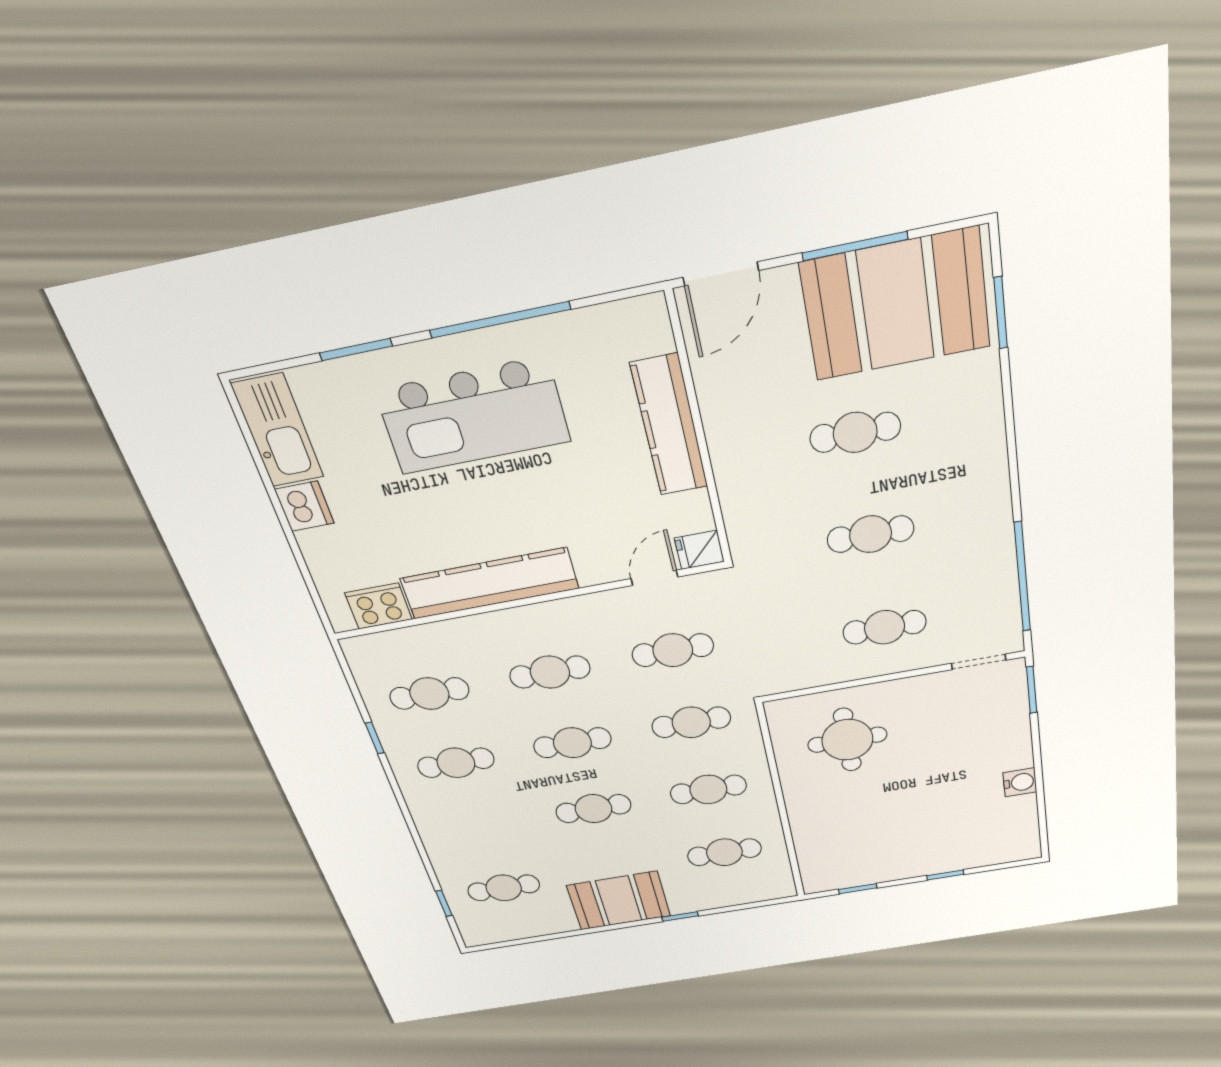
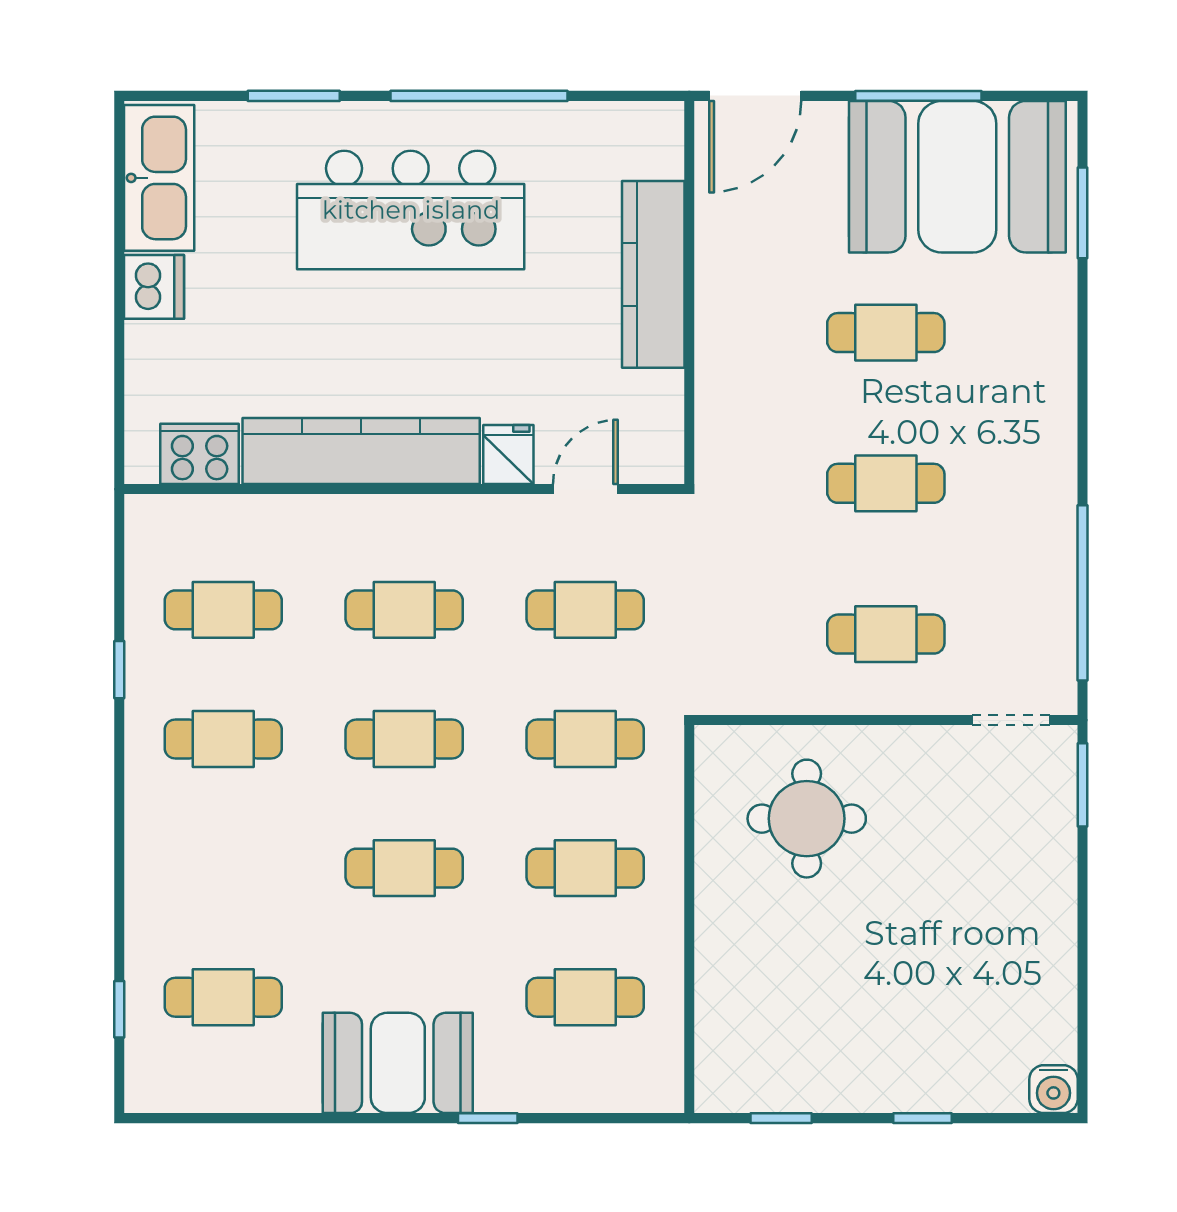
fridge: (699, 550) -> (508, 454), moved, turned 90
water cooler: (1020, 782) -> (1053, 1089), moved, turned 90

